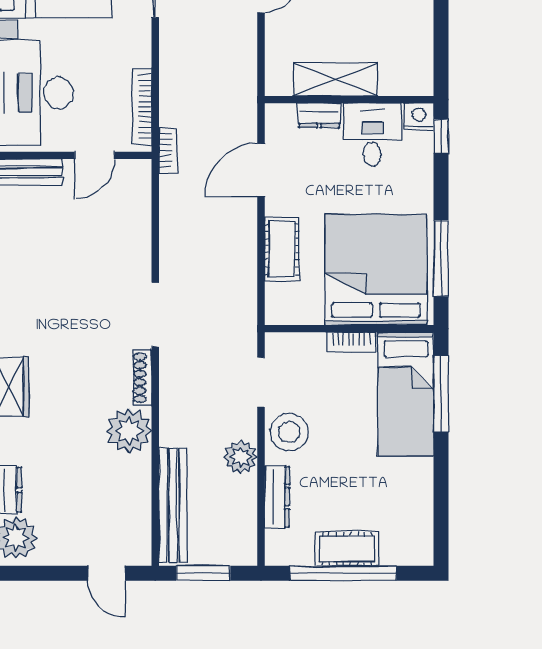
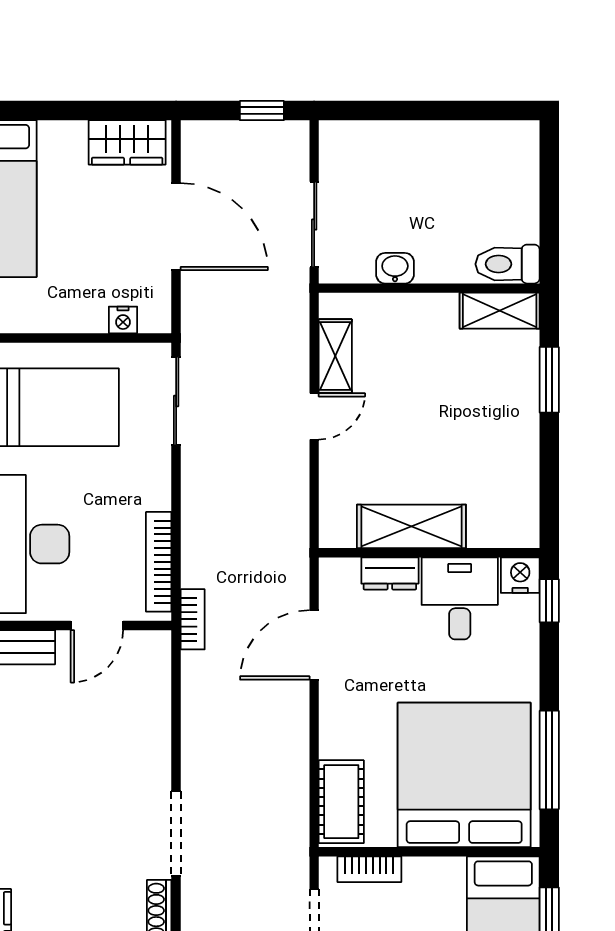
cot: (282, 249) -> (341, 802), moved
bookcase: (351, 342) -> (369, 869), moved

